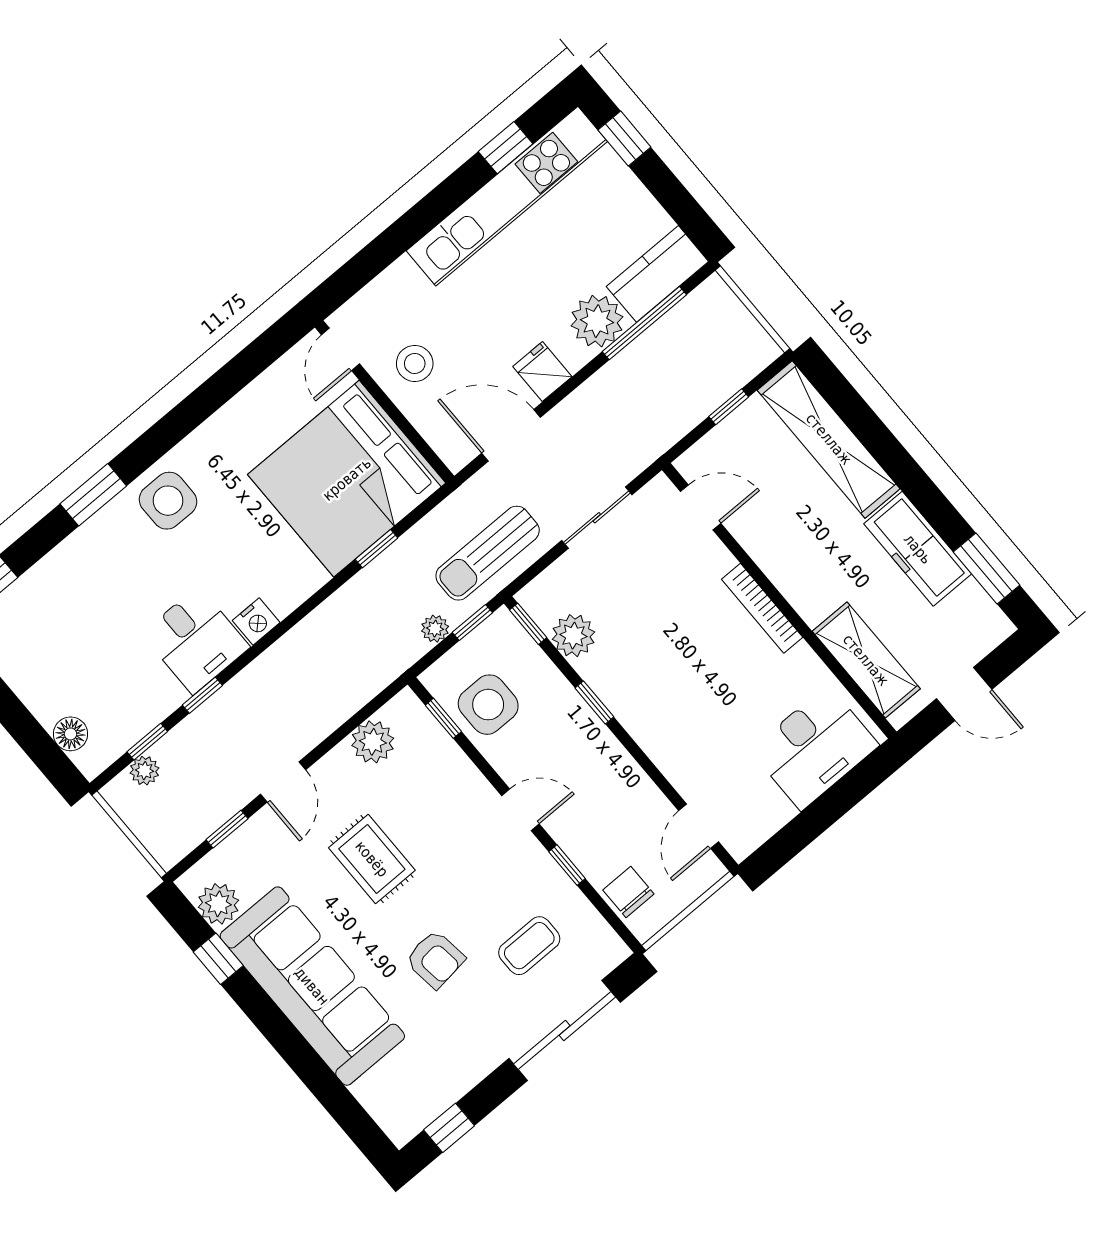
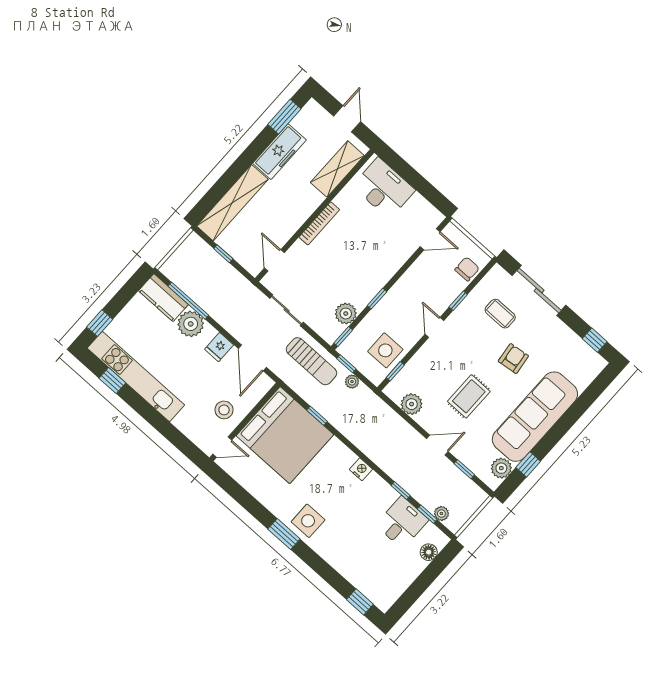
window: (93, 495) -> (284, 534), moved
desk: (196, 640) -> (402, 522), moved
chair: (628, 892) -> (467, 269), turned 180

